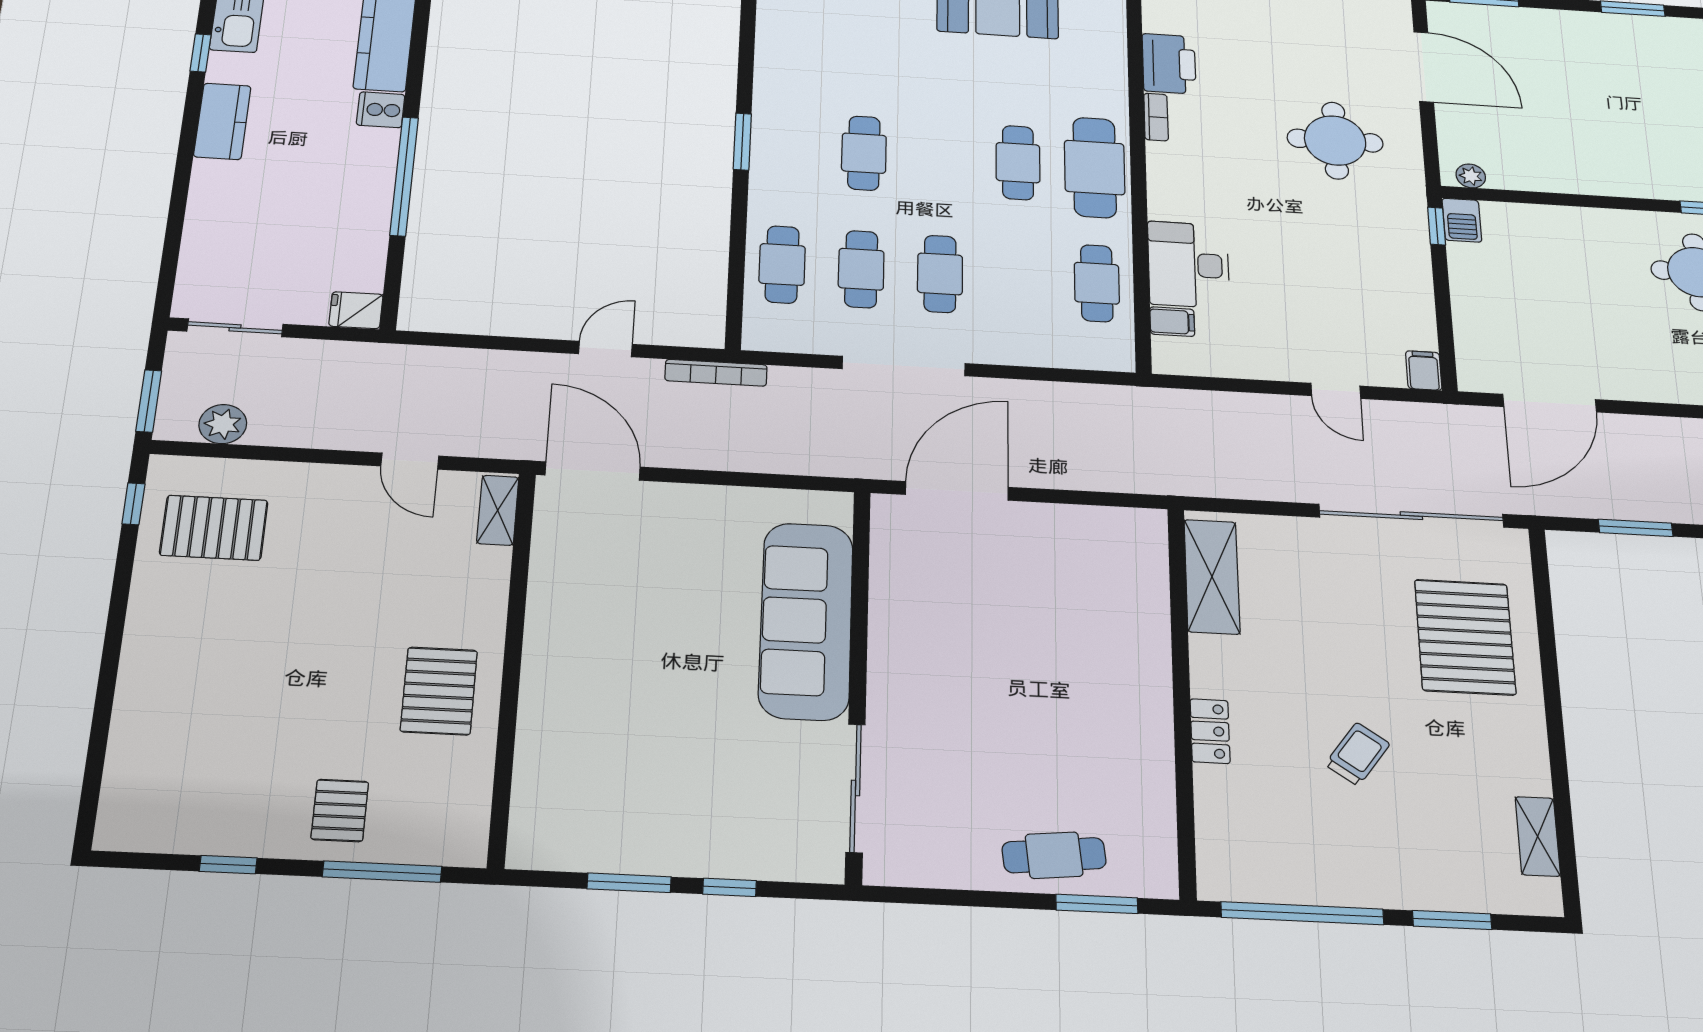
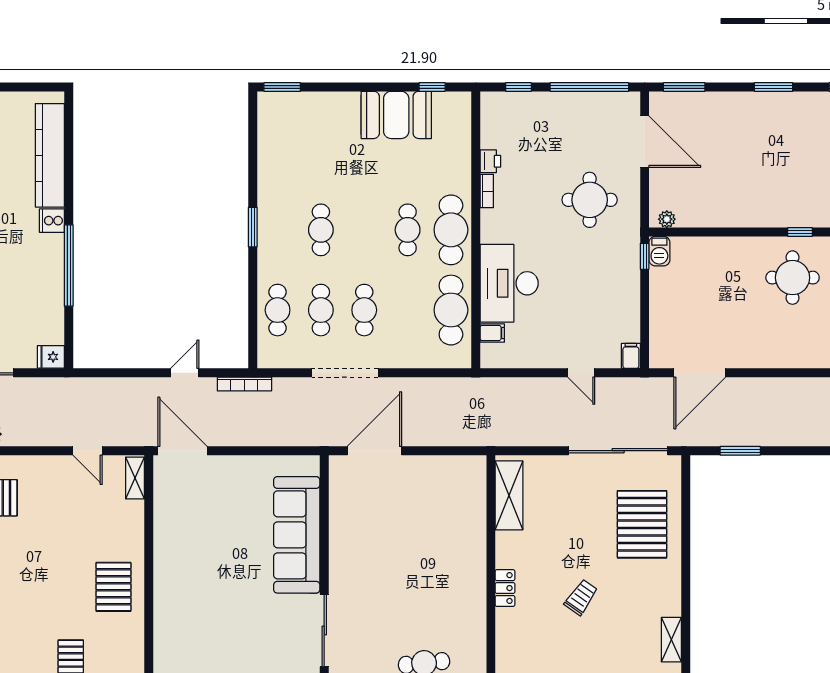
printer: (1169, 64) -> (490, 161), width x0.53, depth x0.68
desk: (1188, 265) -> (509, 283), width x1.36, depth x1.30
cafe table: (1097, 283) -> (451, 310), width x1.37, depth x1.35

